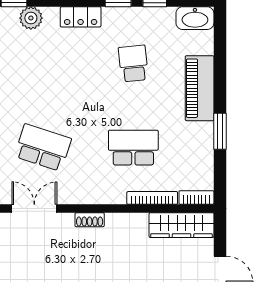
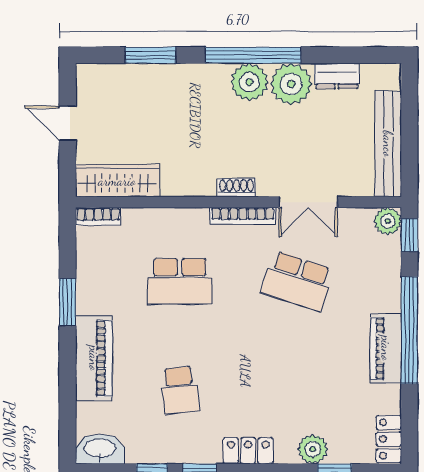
bookcase: (152, 198) -> (243, 216), moved

